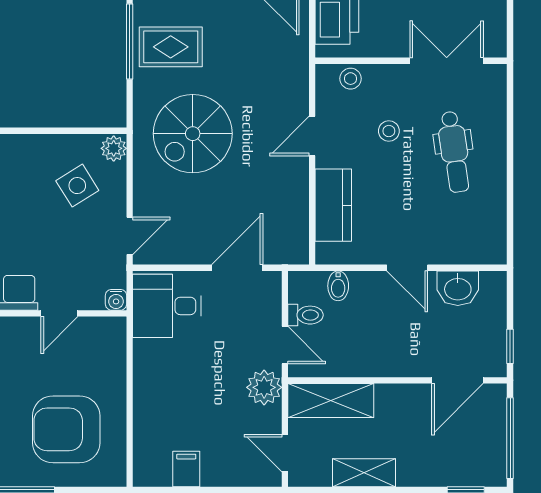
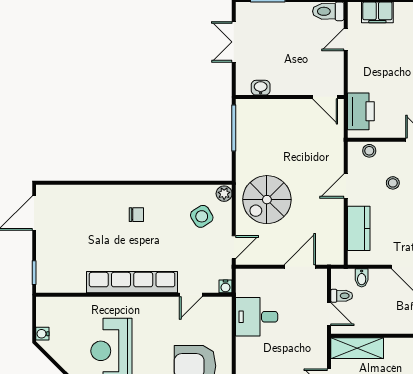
rug: (171, 47) -> (259, 131), removed
spiral stairs: (193, 134) -> (267, 200), moved
desk: (167, 306) -> (257, 317), moved
plant: (264, 387) -> (316, 340), removed

